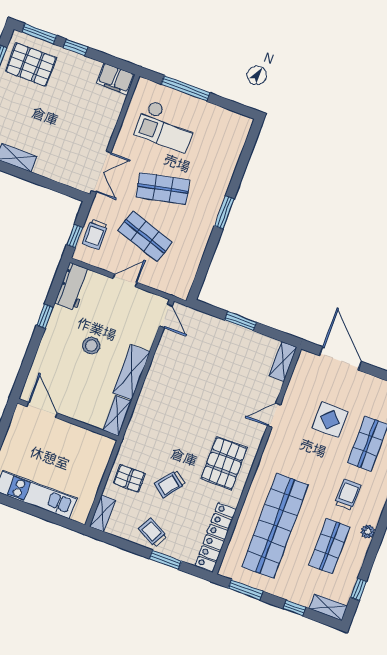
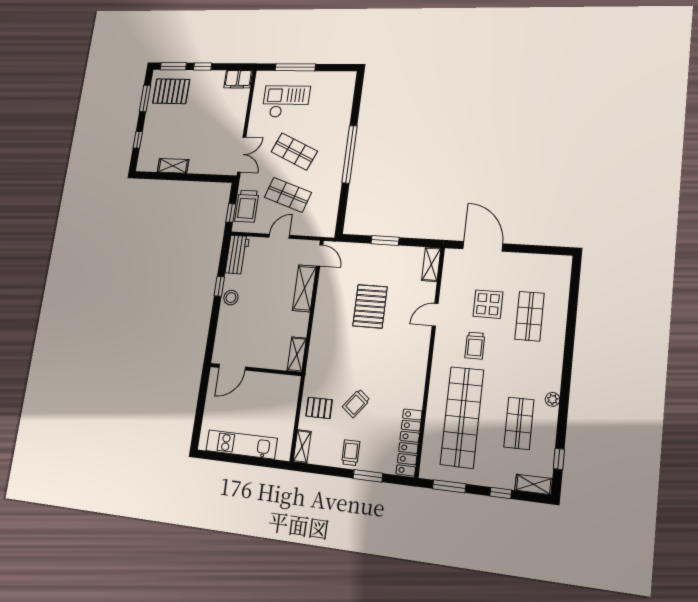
checkout: (166, 126) -> (286, 102), turned 180
shop shelf: (163, 188) -> (294, 152), turned 36
window: (224, 212) -> (350, 154), width x2.11
trolley: (95, 234) -> (247, 206), width x1.36, depth x1.39
stool: (91, 346) -> (231, 298), moved
shelving: (131, 372) -> (304, 288), moved
door: (42, 410) -> (232, 367), swing flipped
pallet: (224, 463) -> (370, 306), moved
trolley: (348, 495) -> (475, 346), moved, turned 180
trolley: (153, 532) -> (351, 453), turned 61

